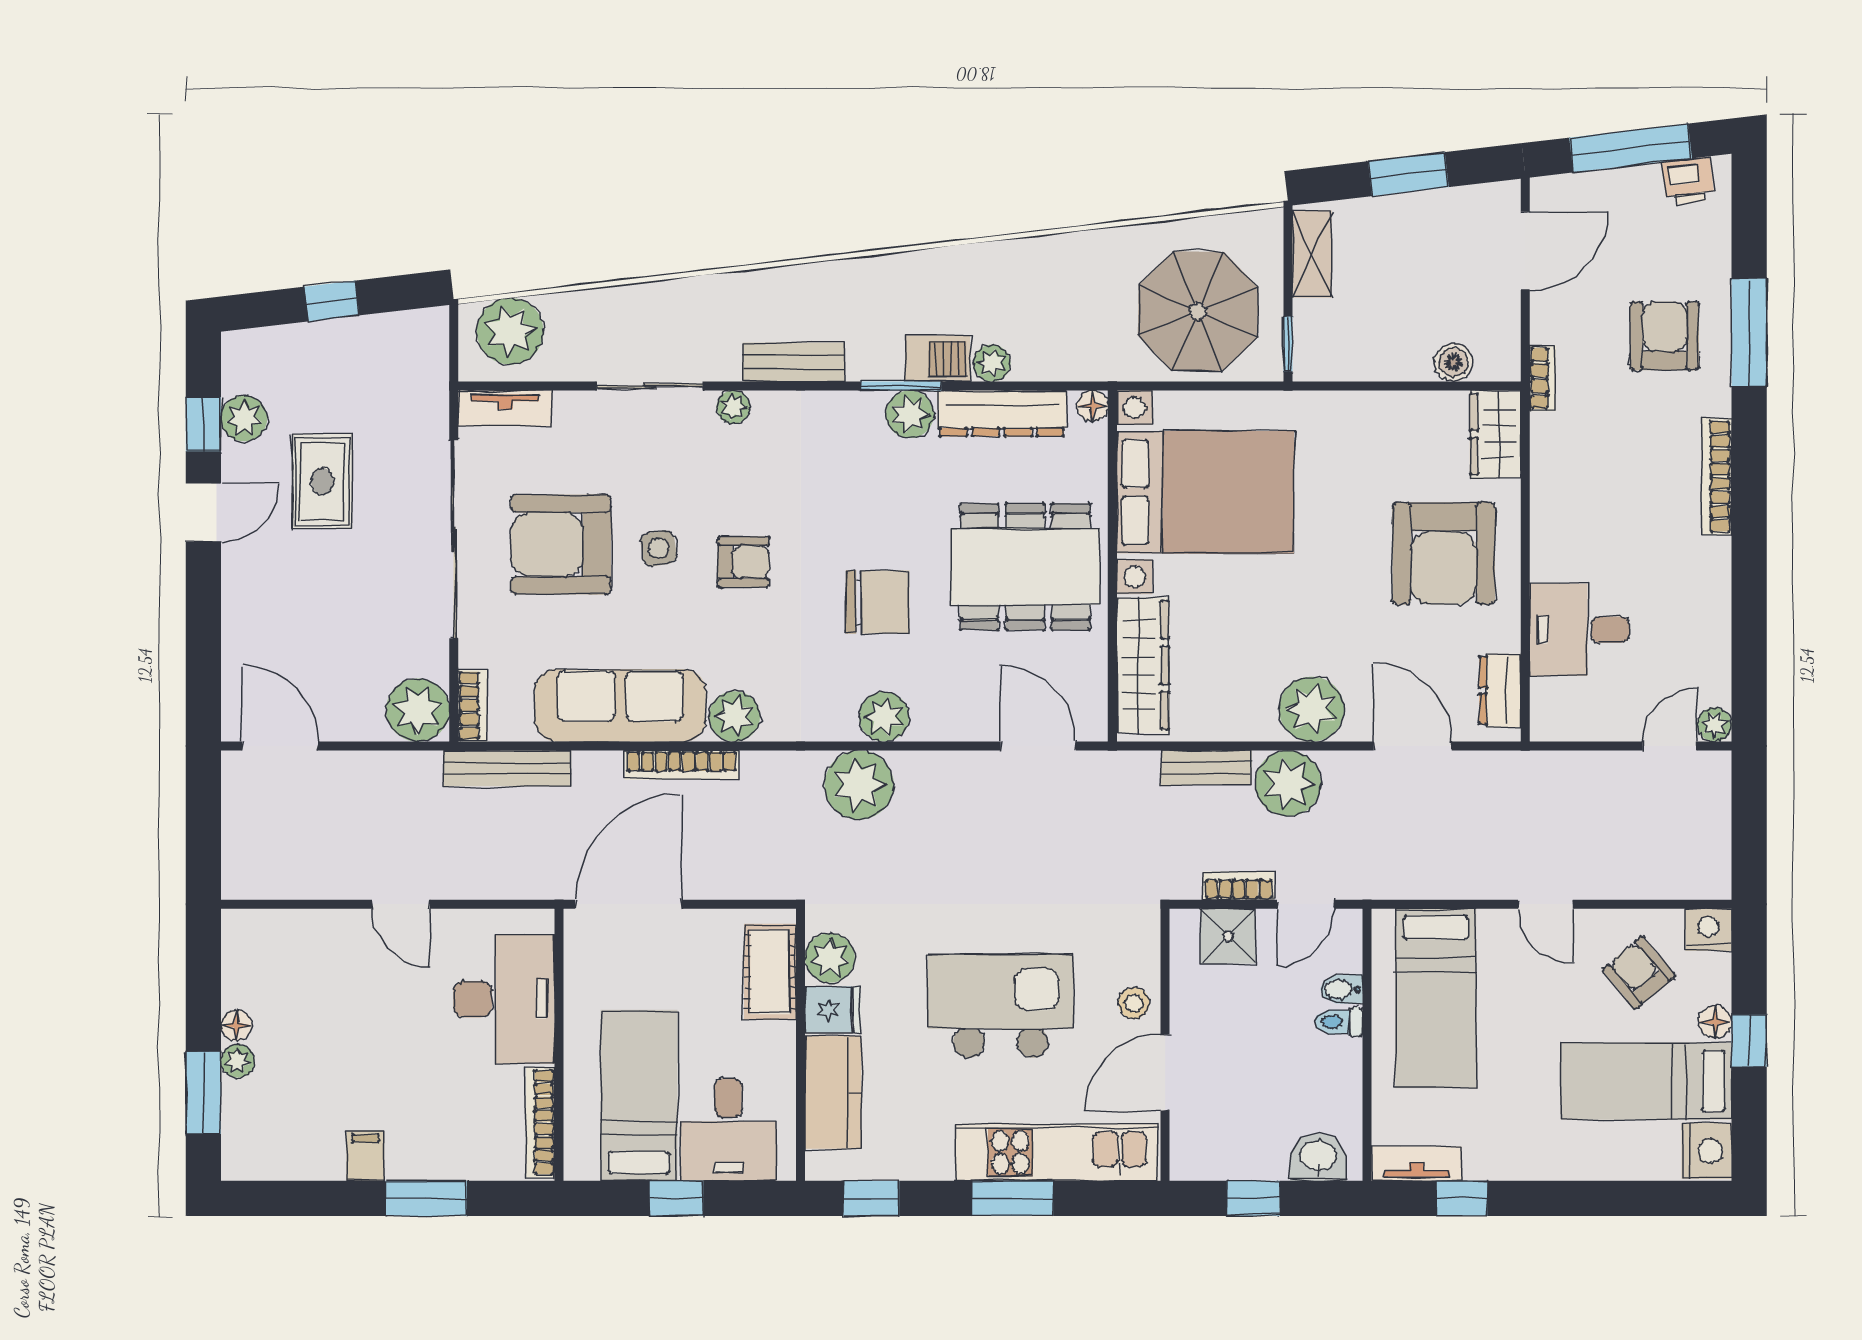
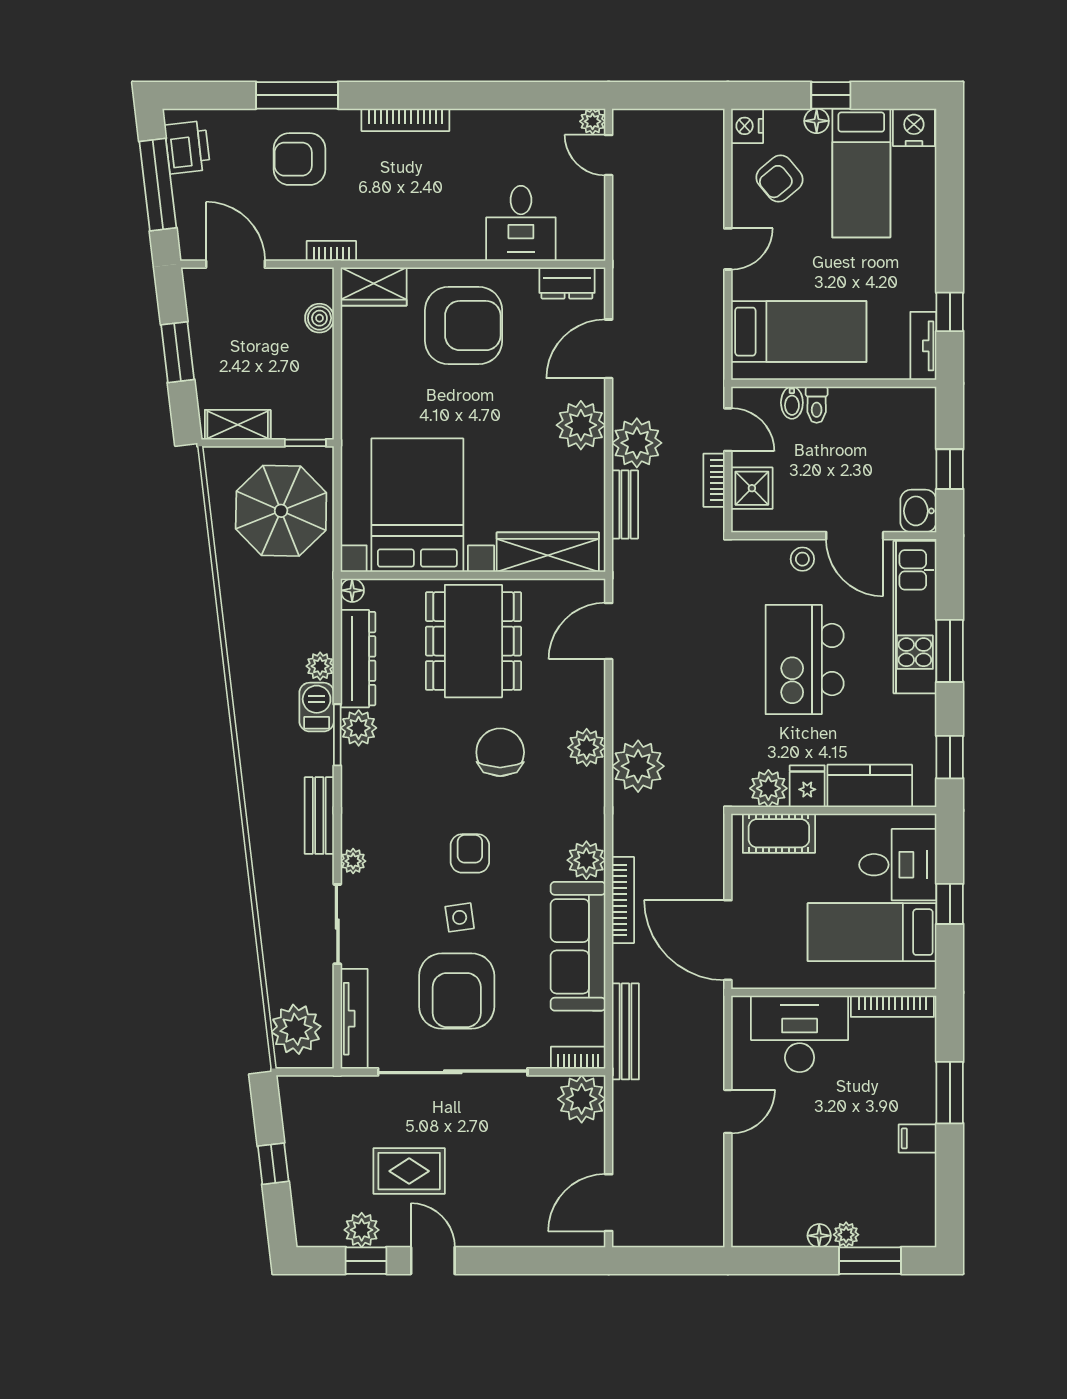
printer: (1688, 181) -> (187, 147), width x1.36, depth x1.24
tv unit: (505, 408) -> (354, 1019), width x1.41
washbasin: (1318, 1157) -> (918, 511), moved

